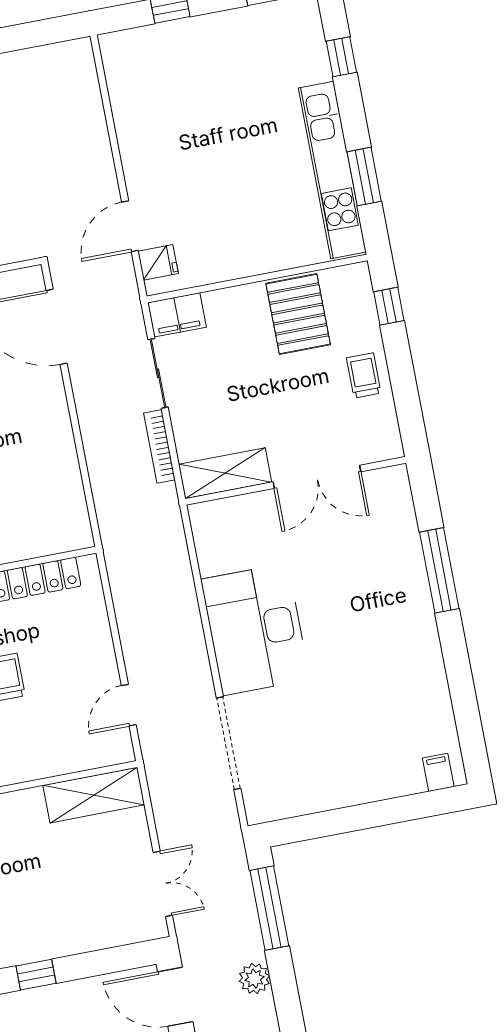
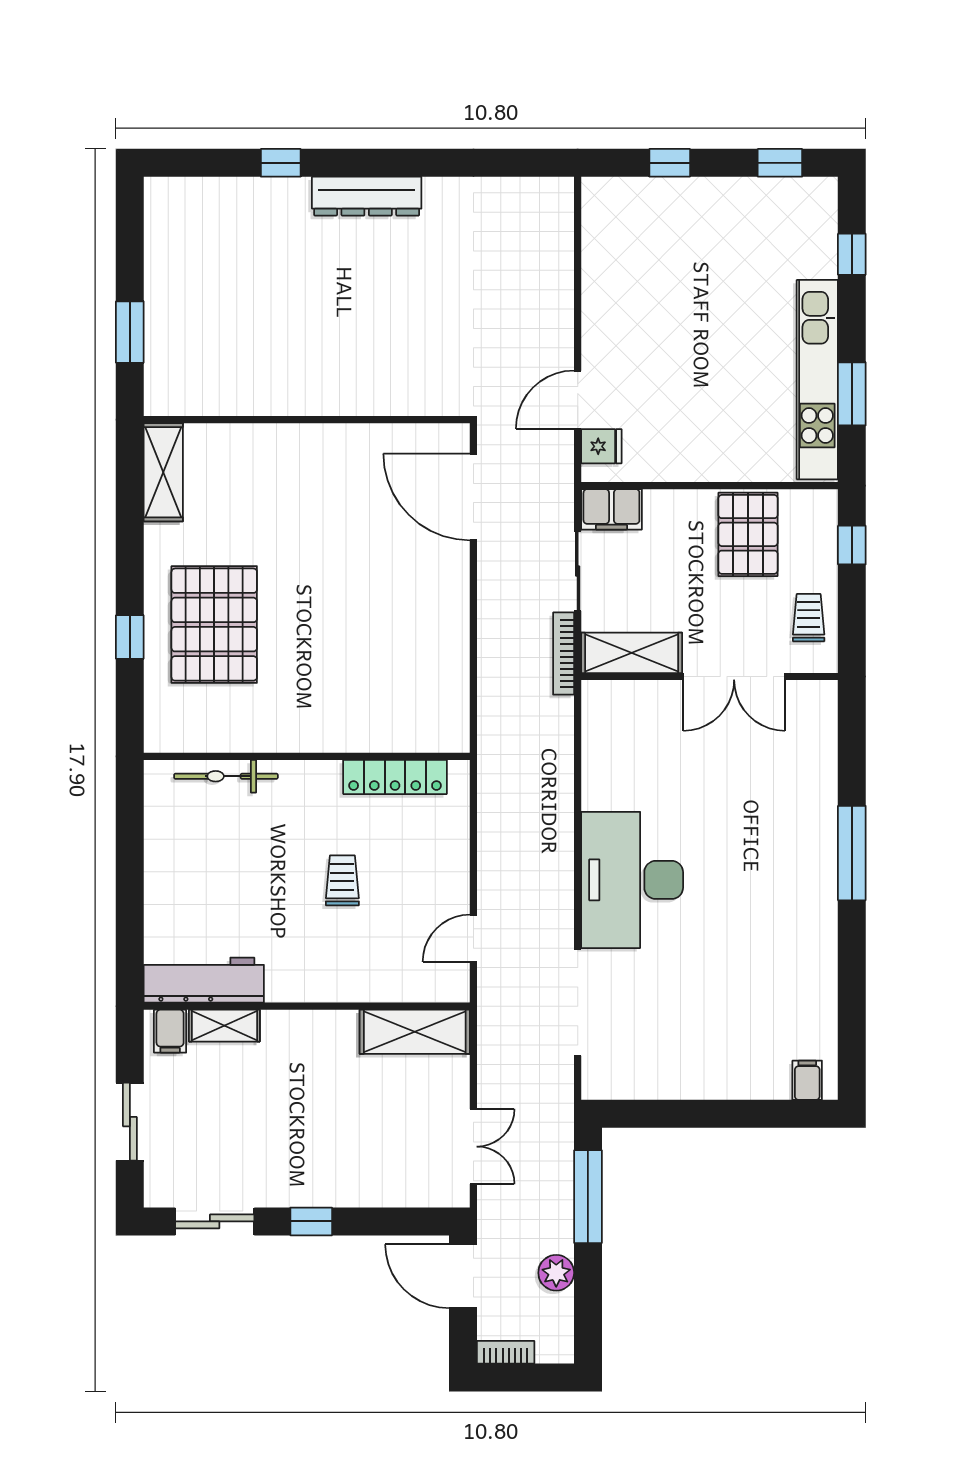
shelving: (225, 473) -> (632, 653), moved
double door: (317, 477) -> (734, 676), moved
wall: (296, 481) -> (709, 676), moved

